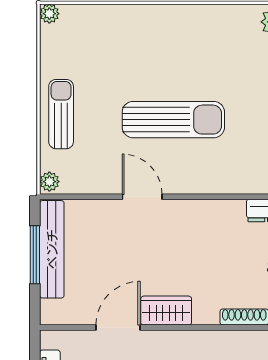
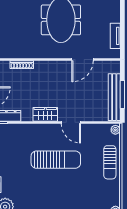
sun lounger: (173, 120) -> (56, 160), turned 180
wardrobe: (166, 311) -> (45, 114), moved, turned 180

